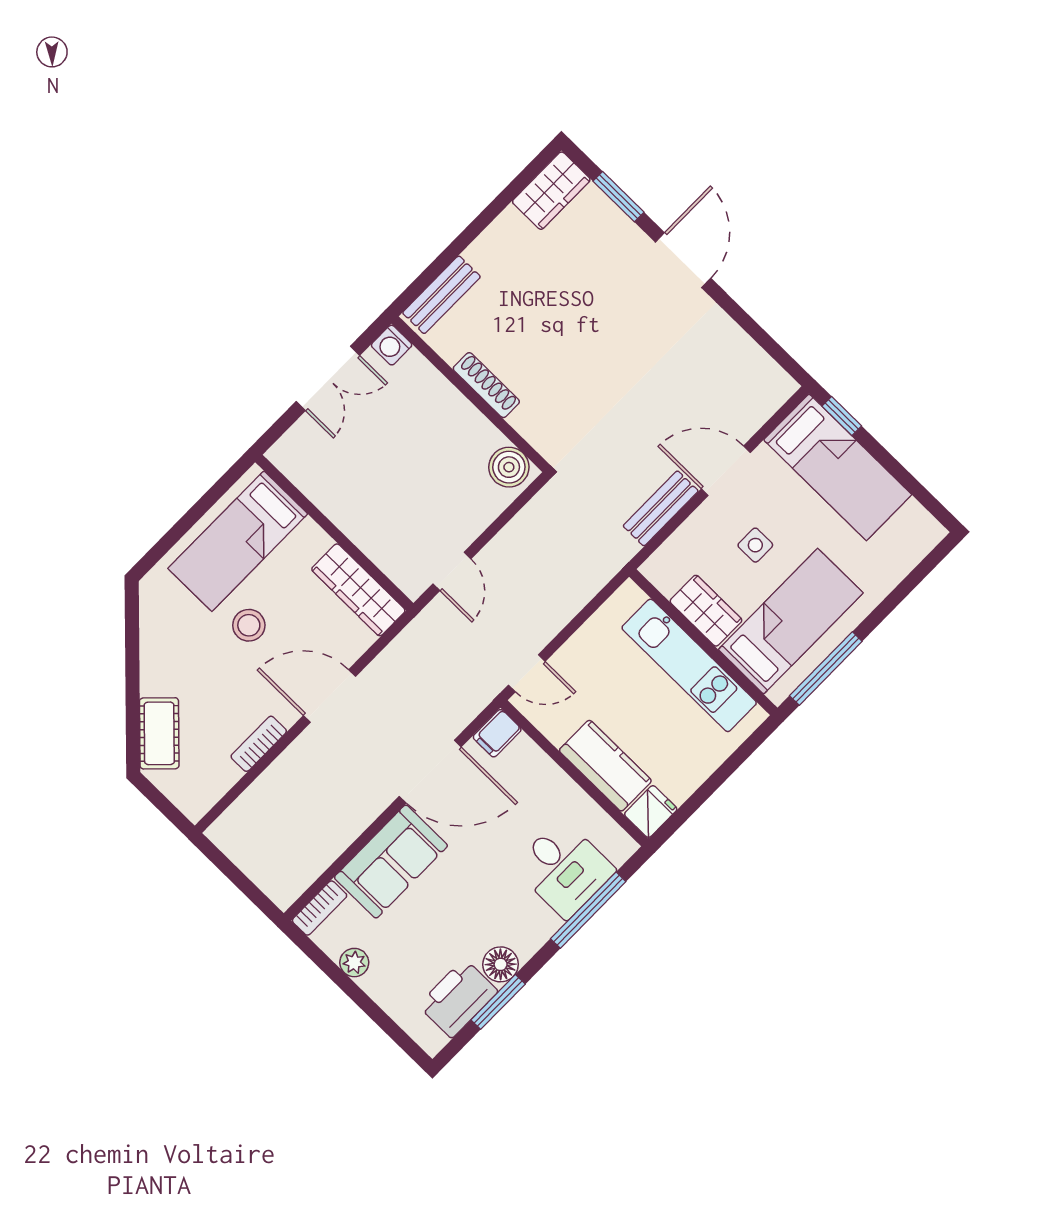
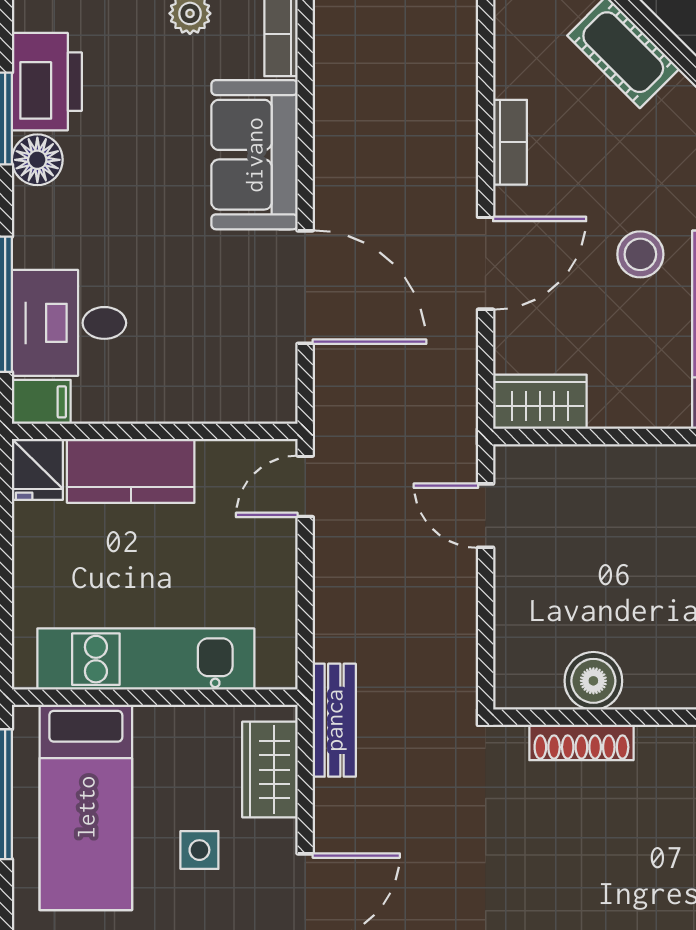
shoe rack: (486, 385) -> (581, 742), moved
boiler: (509, 467) -> (593, 681), moved
bench: (661, 508) -> (334, 720), moved
wardrobe: (358, 590) -> (540, 402), width x0.67
wardrobe: (706, 611) -> (270, 770), moved, turned 90
filing cabinet: (497, 733) -> (41, 402), moved, turned 90
door: (430, 772) -> (305, 287), swing flipped

